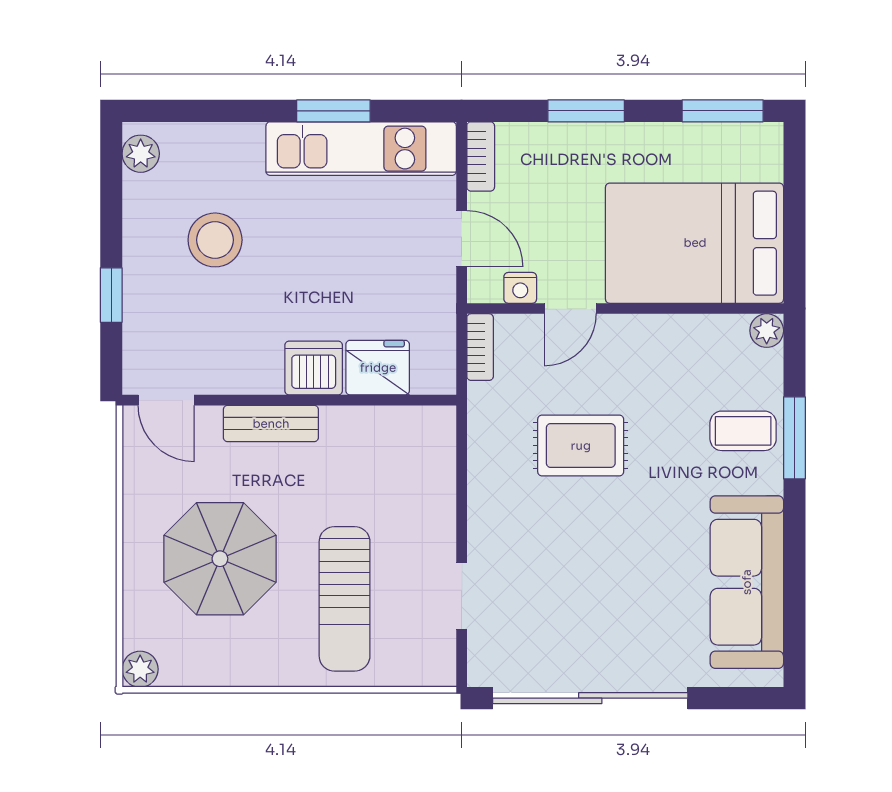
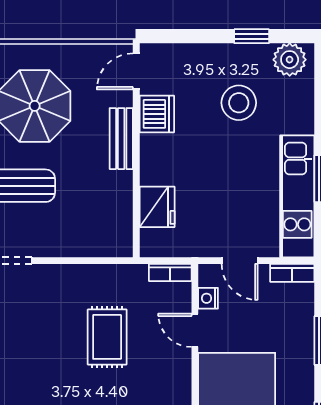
plant: (141, 154) -> (290, 60), width x1.38, depth x1.38
door: (462, 239) -> (240, 261), hinge flipped
window: (111, 295) -> (252, 36), moved
dishwasher: (314, 368) -> (157, 114), moved

